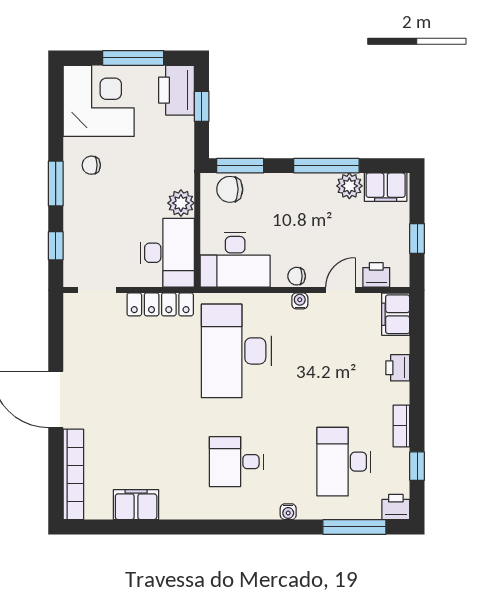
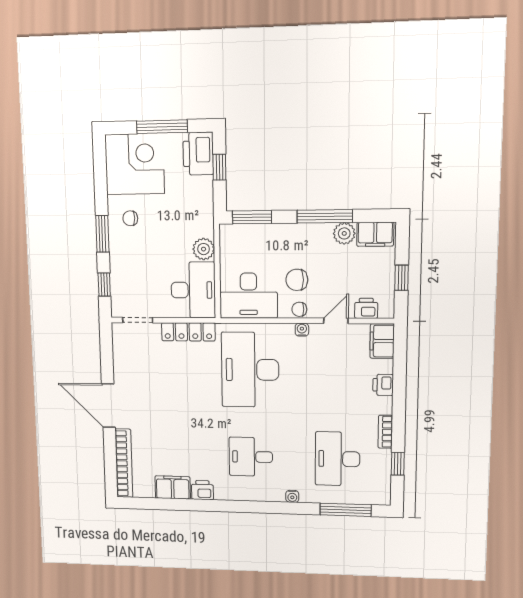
chair: (230, 189) -> (297, 280), moved
printer: (396, 507) -> (202, 490), moved

